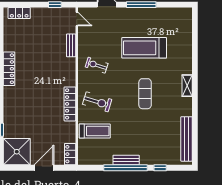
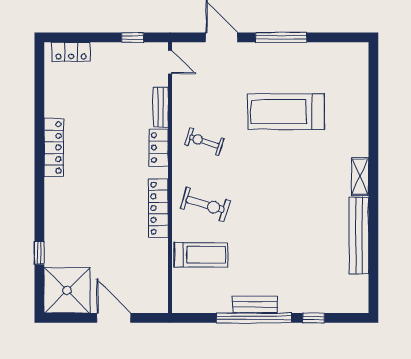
exercise mat: (145, 94) -> (288, 191), removed
bench: (186, 139) -> (359, 236), moved
locker: (70, 154) -> (159, 148), moved
door: (44, 168) -> (114, 318), hinge flipped

